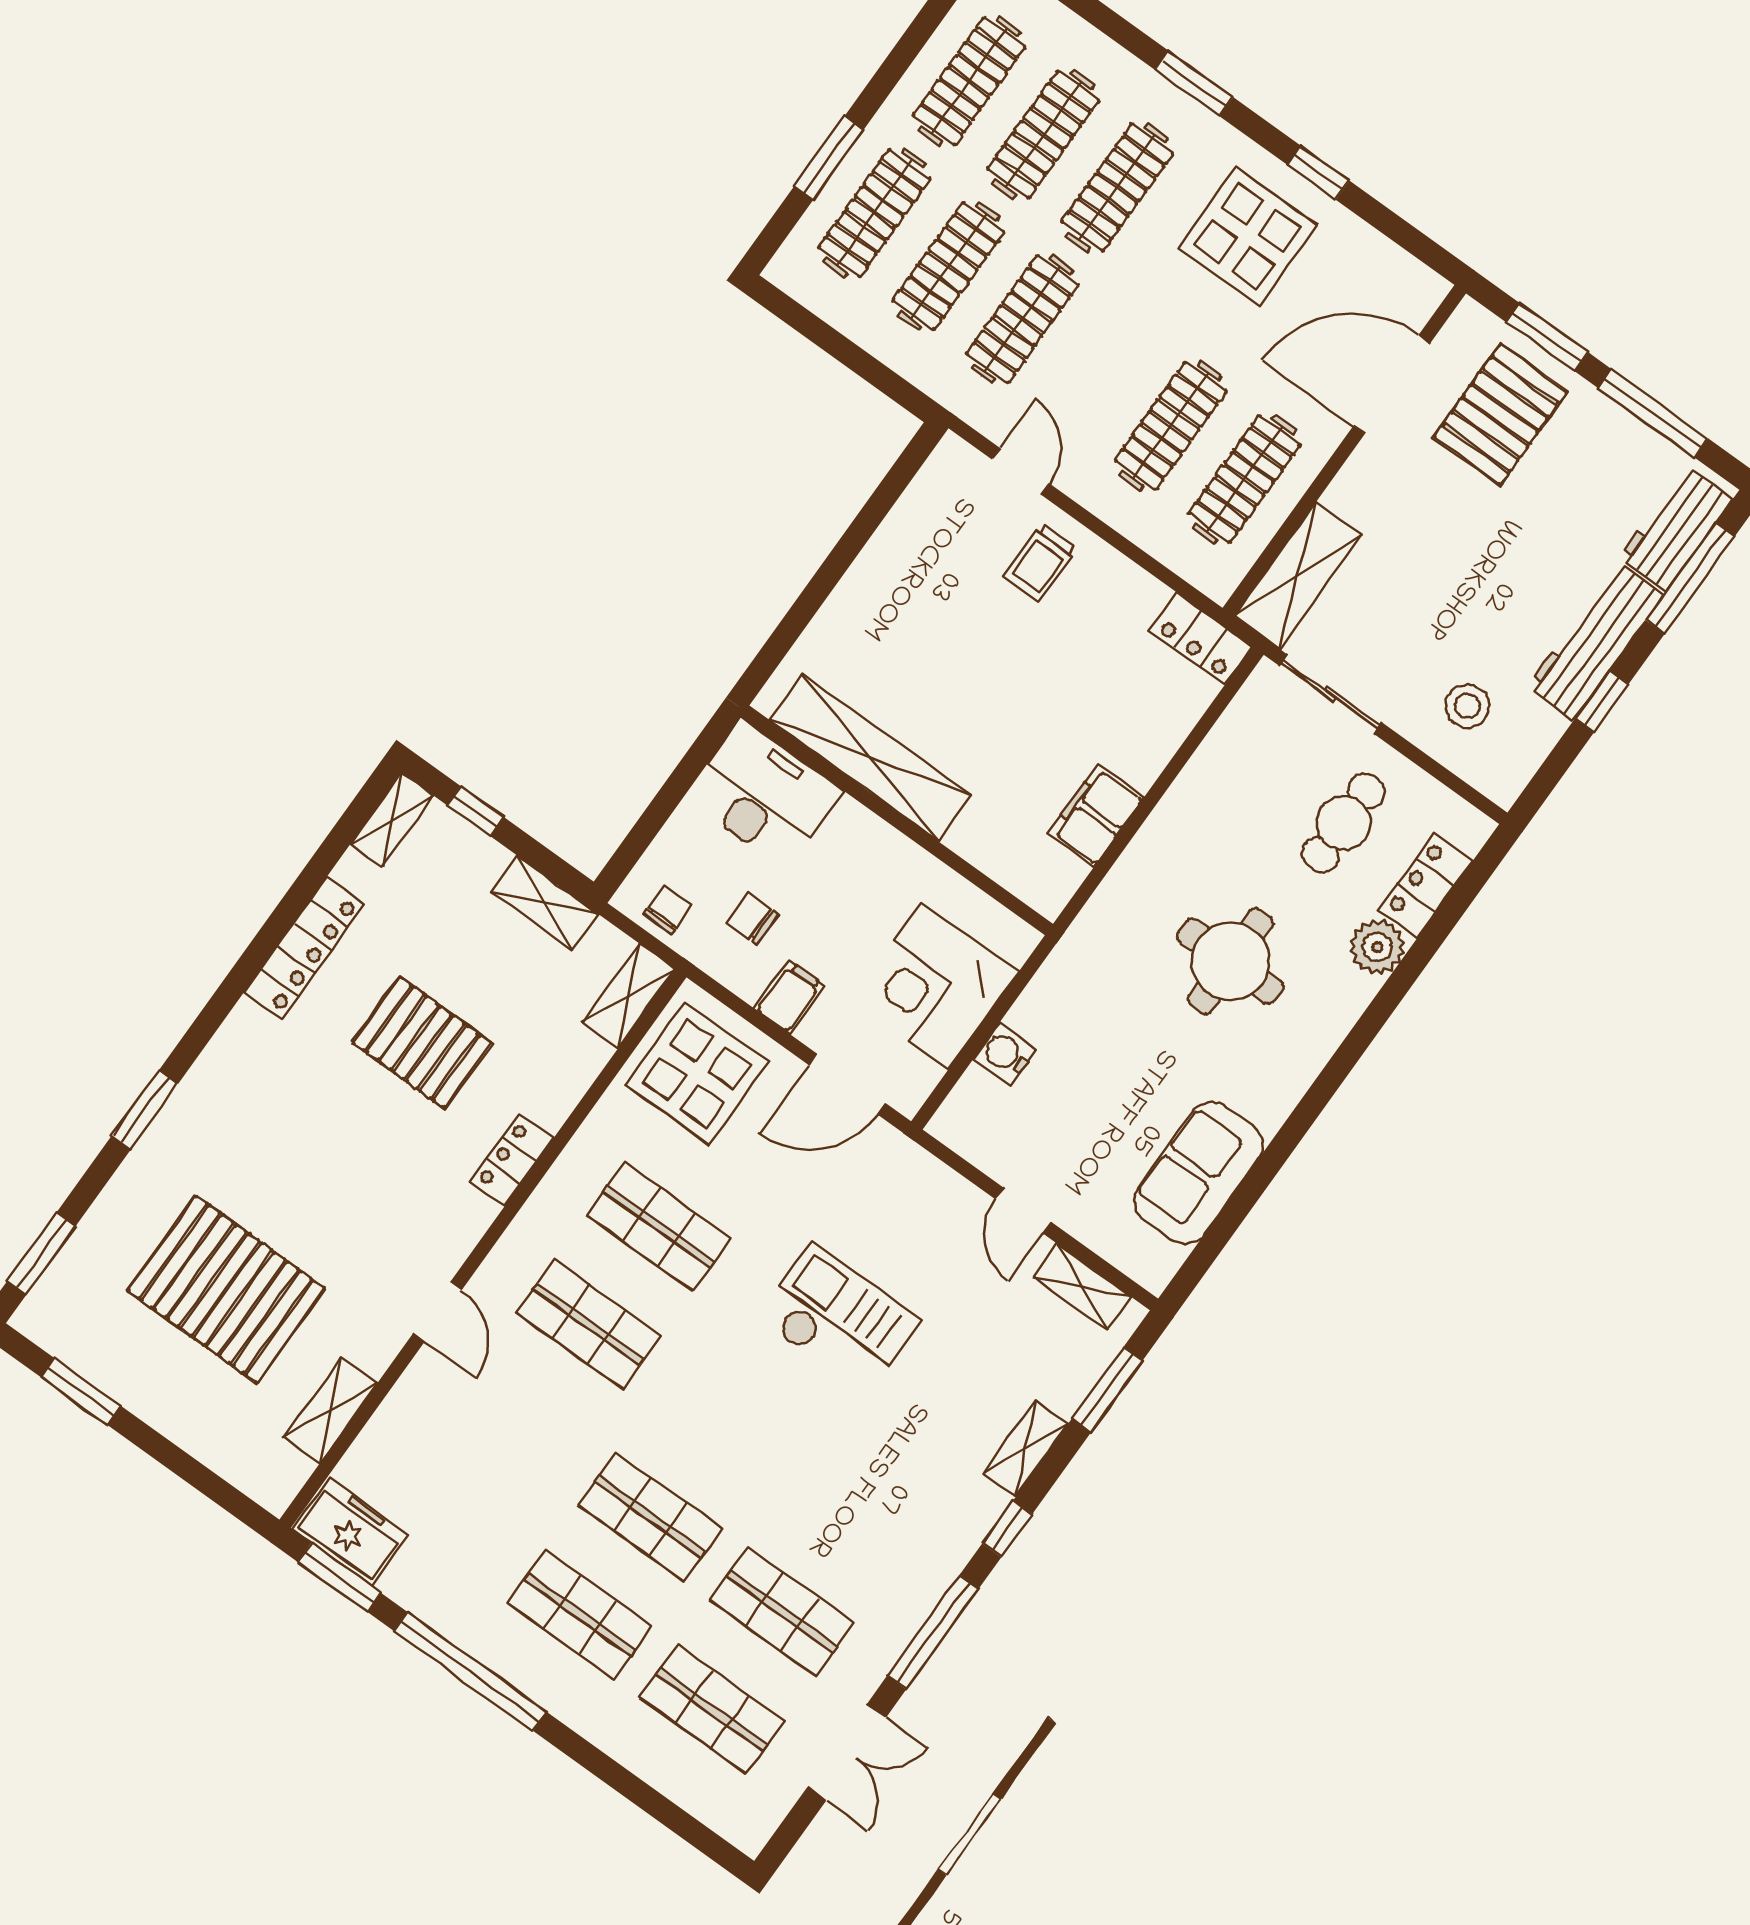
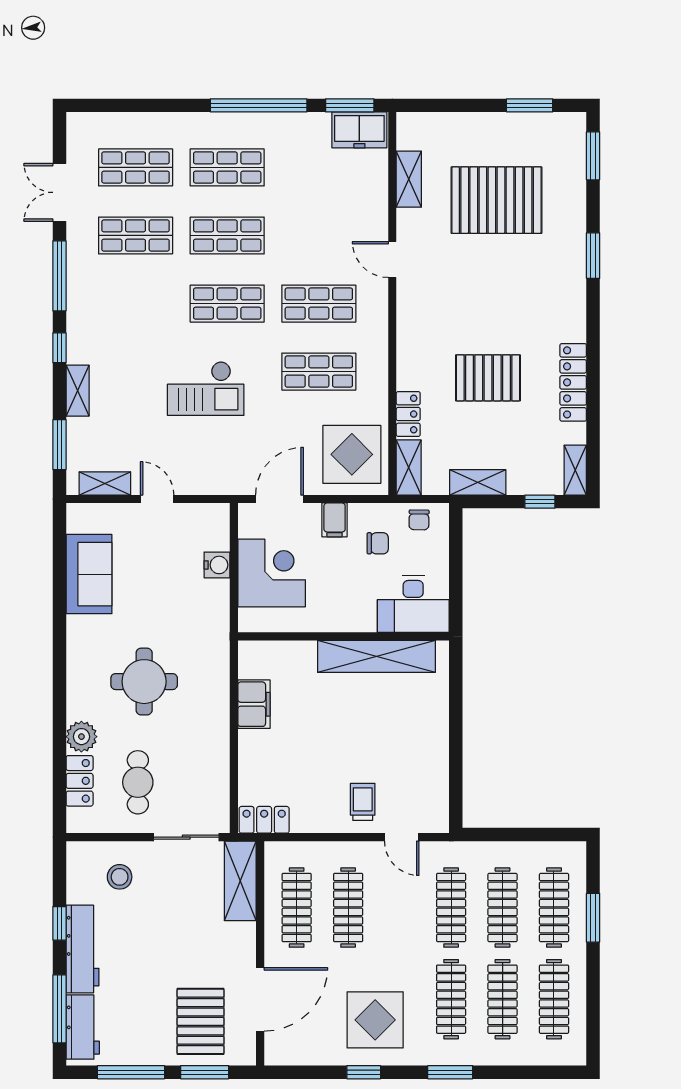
locker: (512, 1160) -> (408, 414), moved
shop shelf: (720, 1419) -> (227, 304), added

